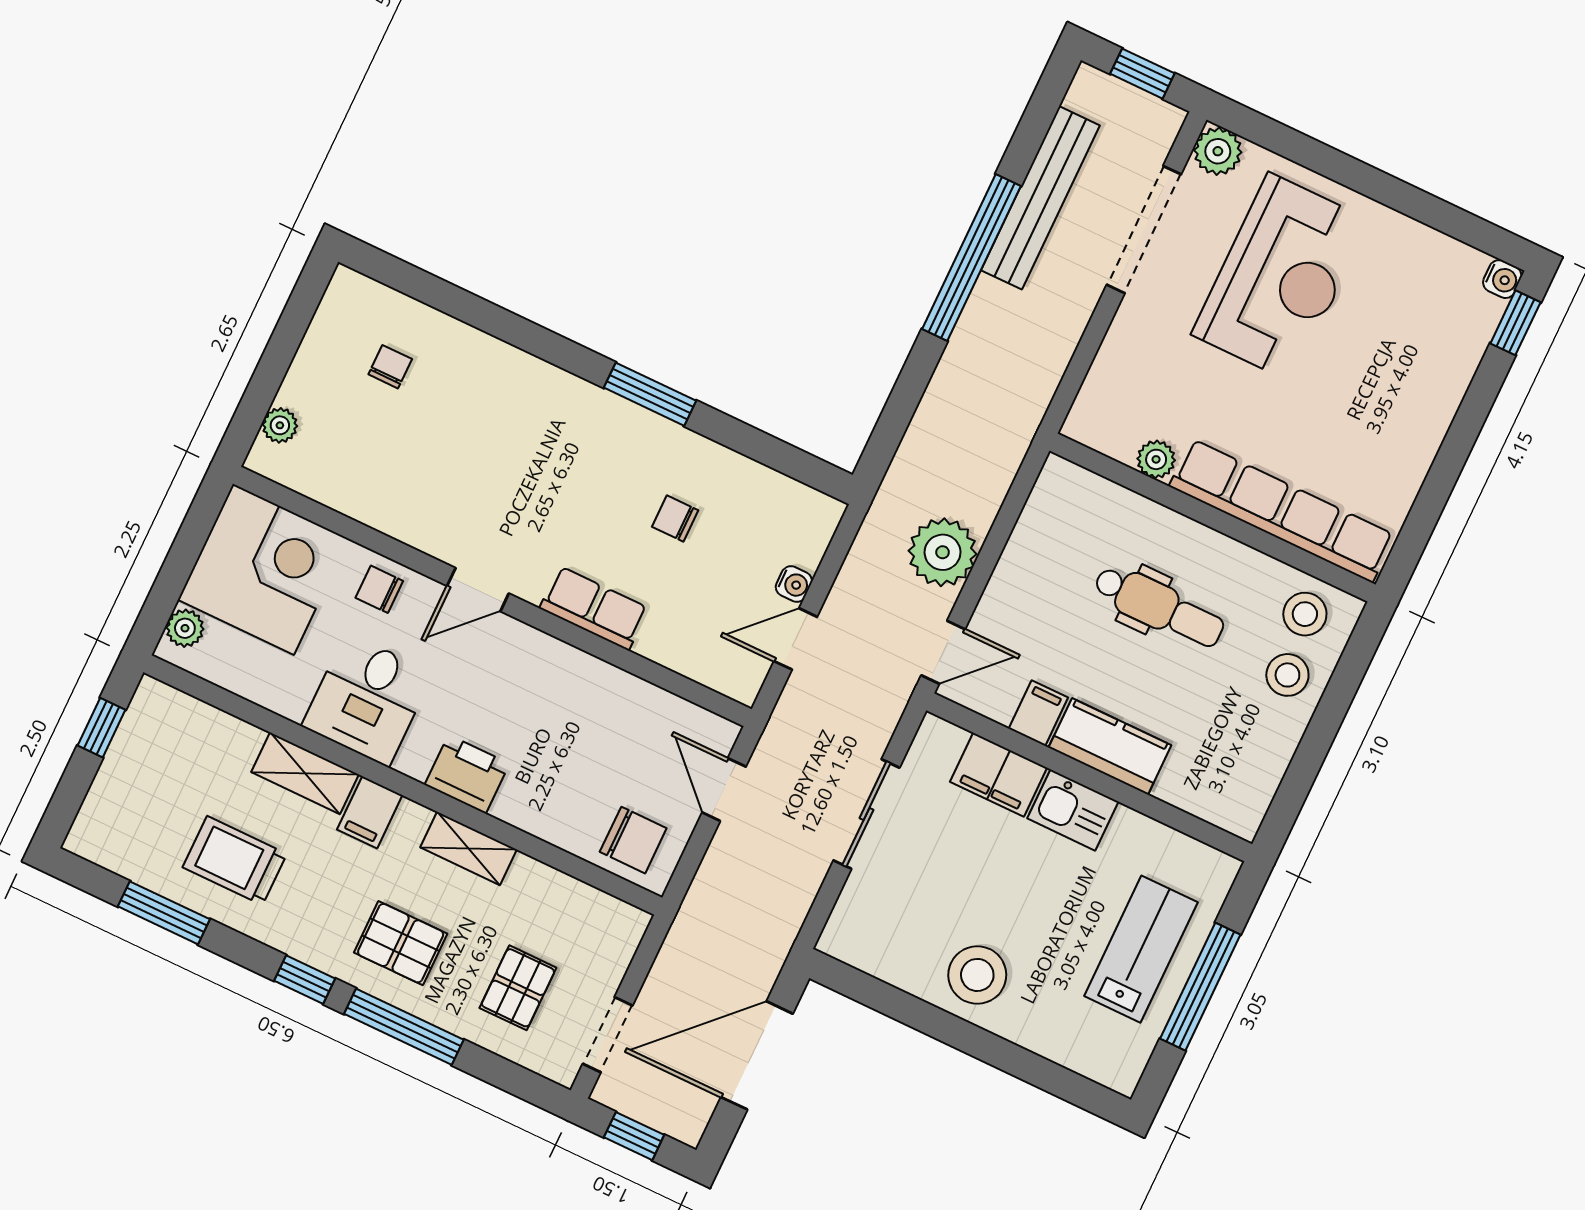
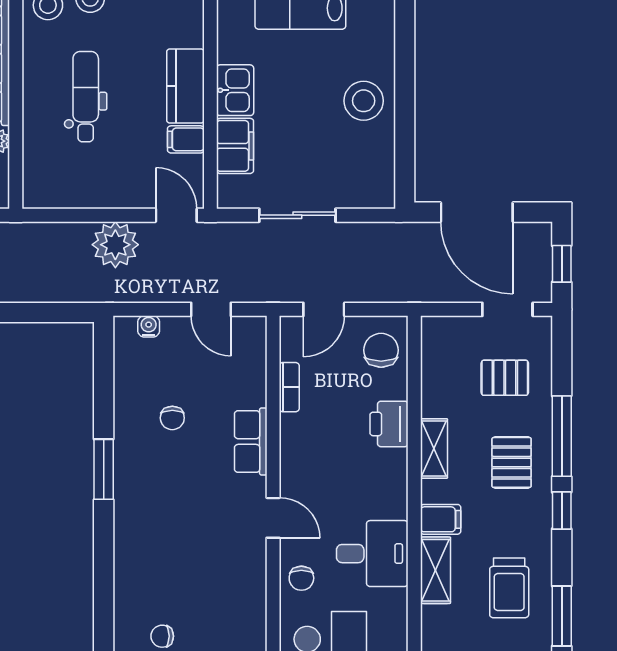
water cooler: (794, 584) -> (149, 326), moved
bookcase: (642, 694) -> (289, 387), added
printer: (467, 774) -> (389, 424), moved

